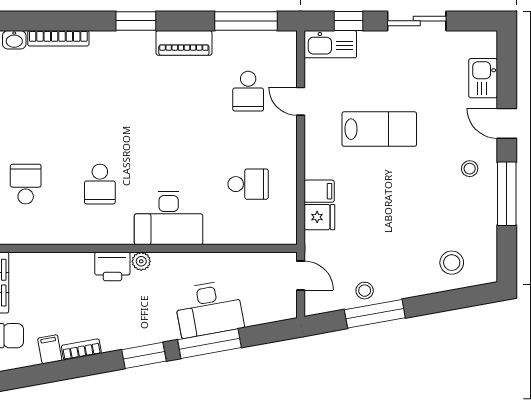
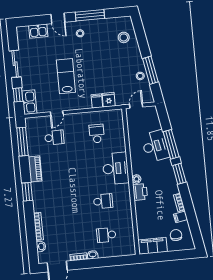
door: (507, 123) -> (58, 18), hinge flipped

